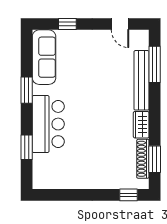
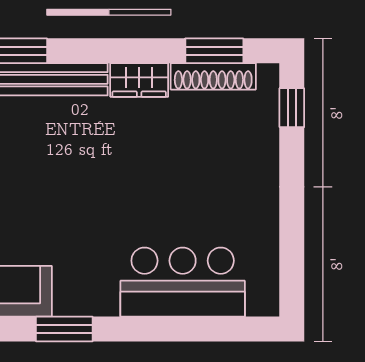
bar counter: (48, 124) -> (183, 282), moved
window: (27, 147) -> (188, 329), removed

